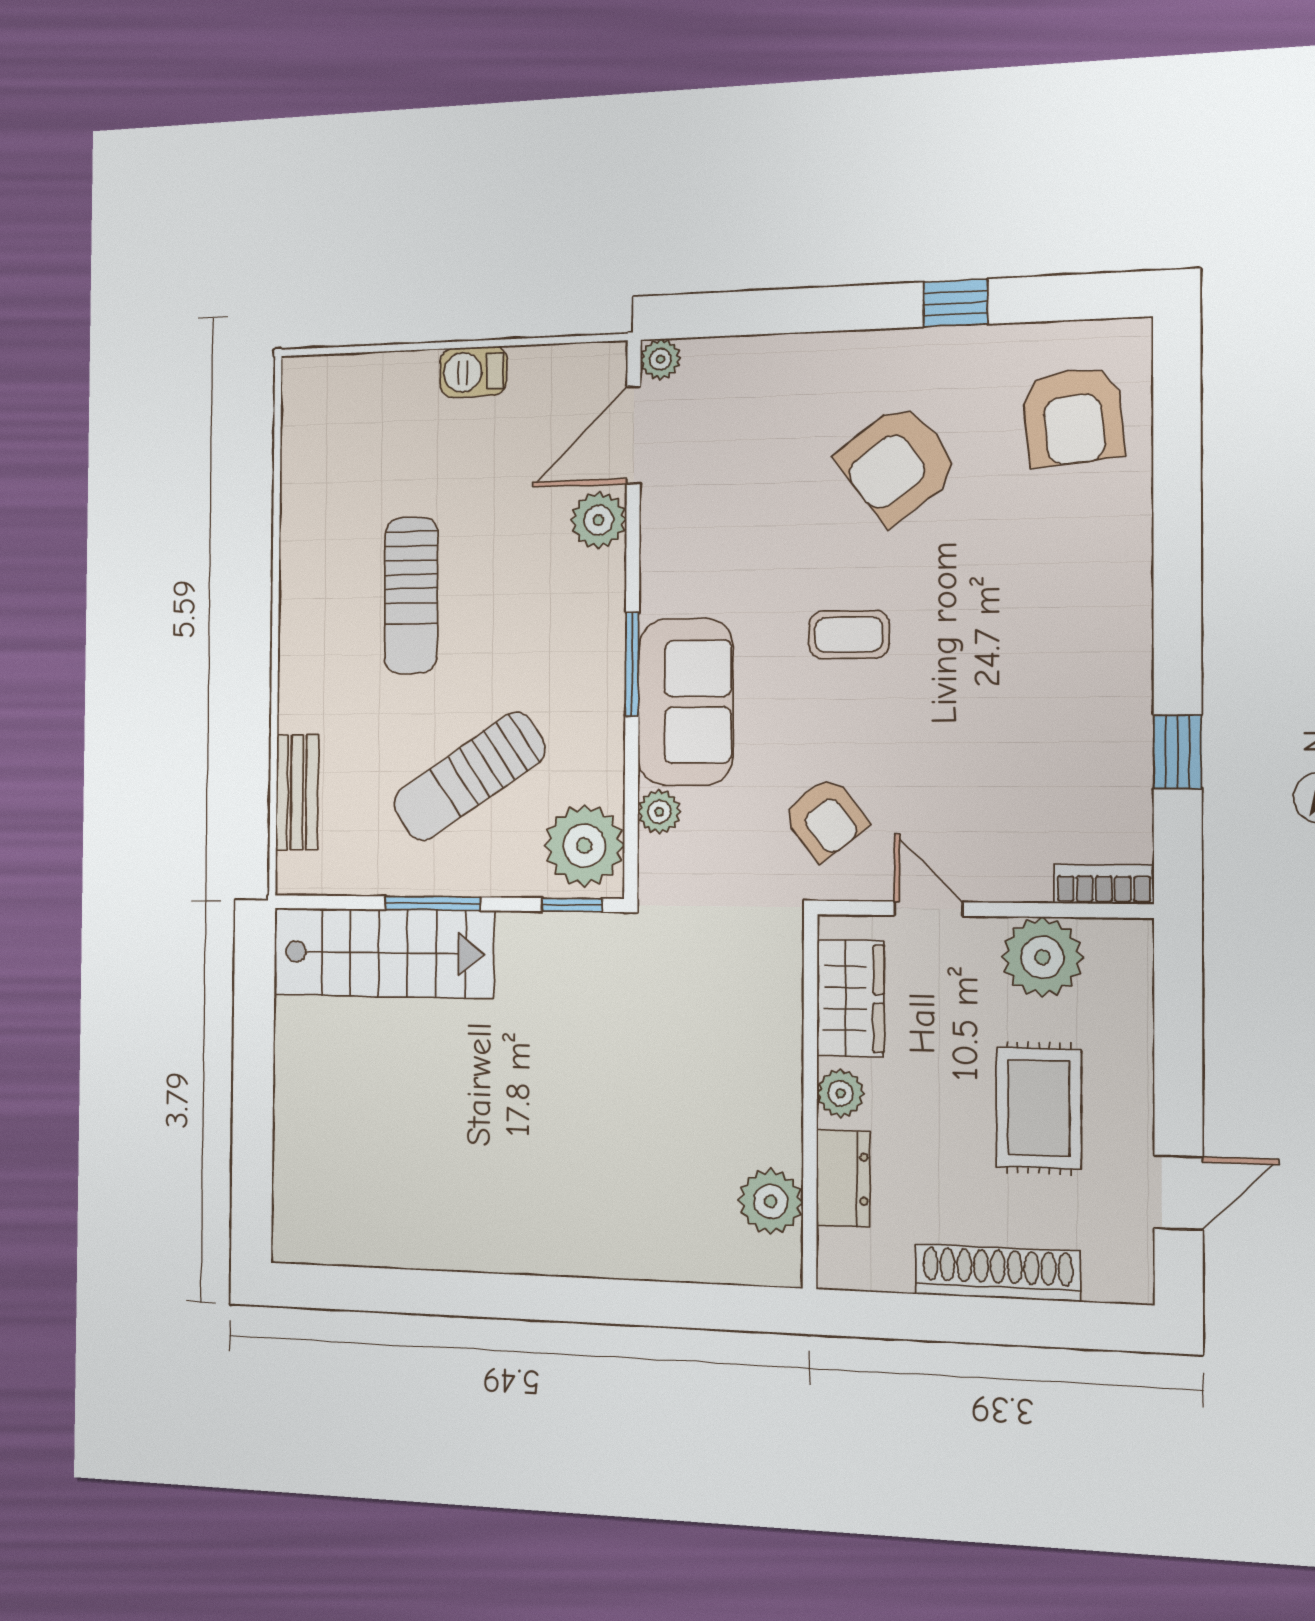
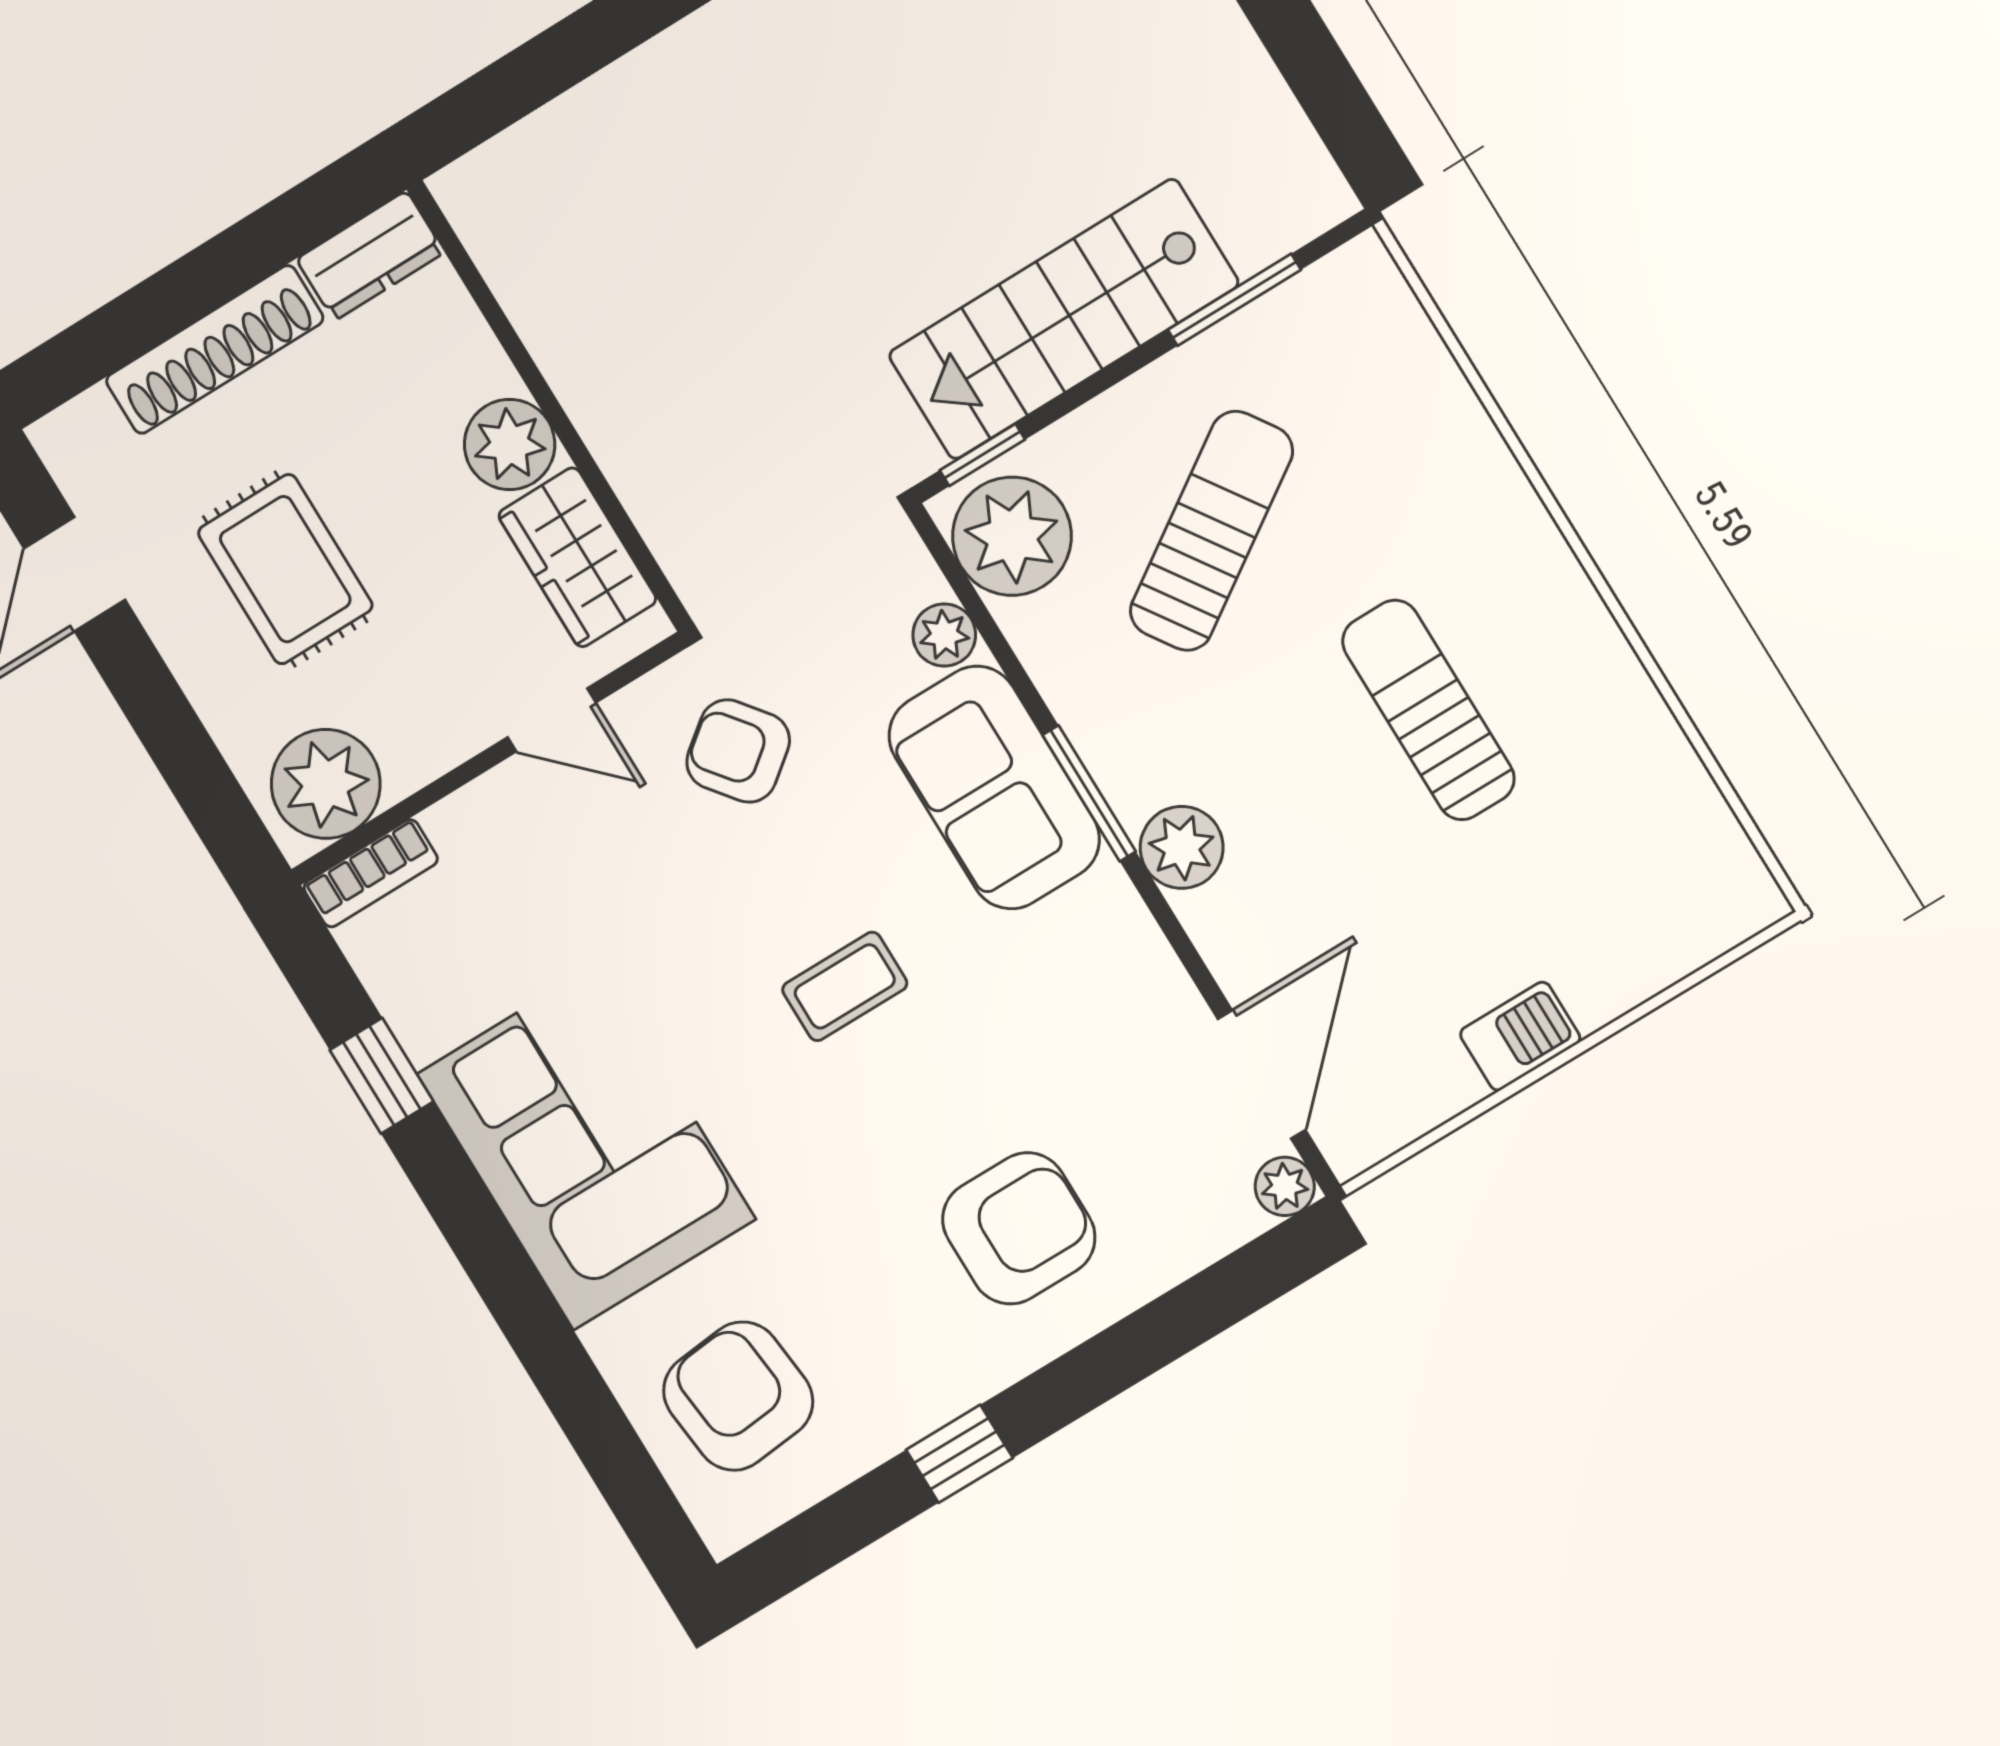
armchair: (898, 463) -> (1019, 1228), moved, turned 37
plant: (599, 520) -> (1182, 847), moved
corner sofa: (1073, 630) -> (586, 1147), added
bench: (297, 792) -> (1426, 372), removed
window: (433, 903) -> (1234, 300), moved
stairs: (383, 953) -> (1064, 319), moved
plant: (1042, 957) -> (326, 784), moved
plant: (840, 1093) -> (510, 444), width x1.38, depth x1.38
dresser: (843, 1178) -> (370, 256), moved, turned -90
plant: (771, 1201) -> (523, 257), removed

